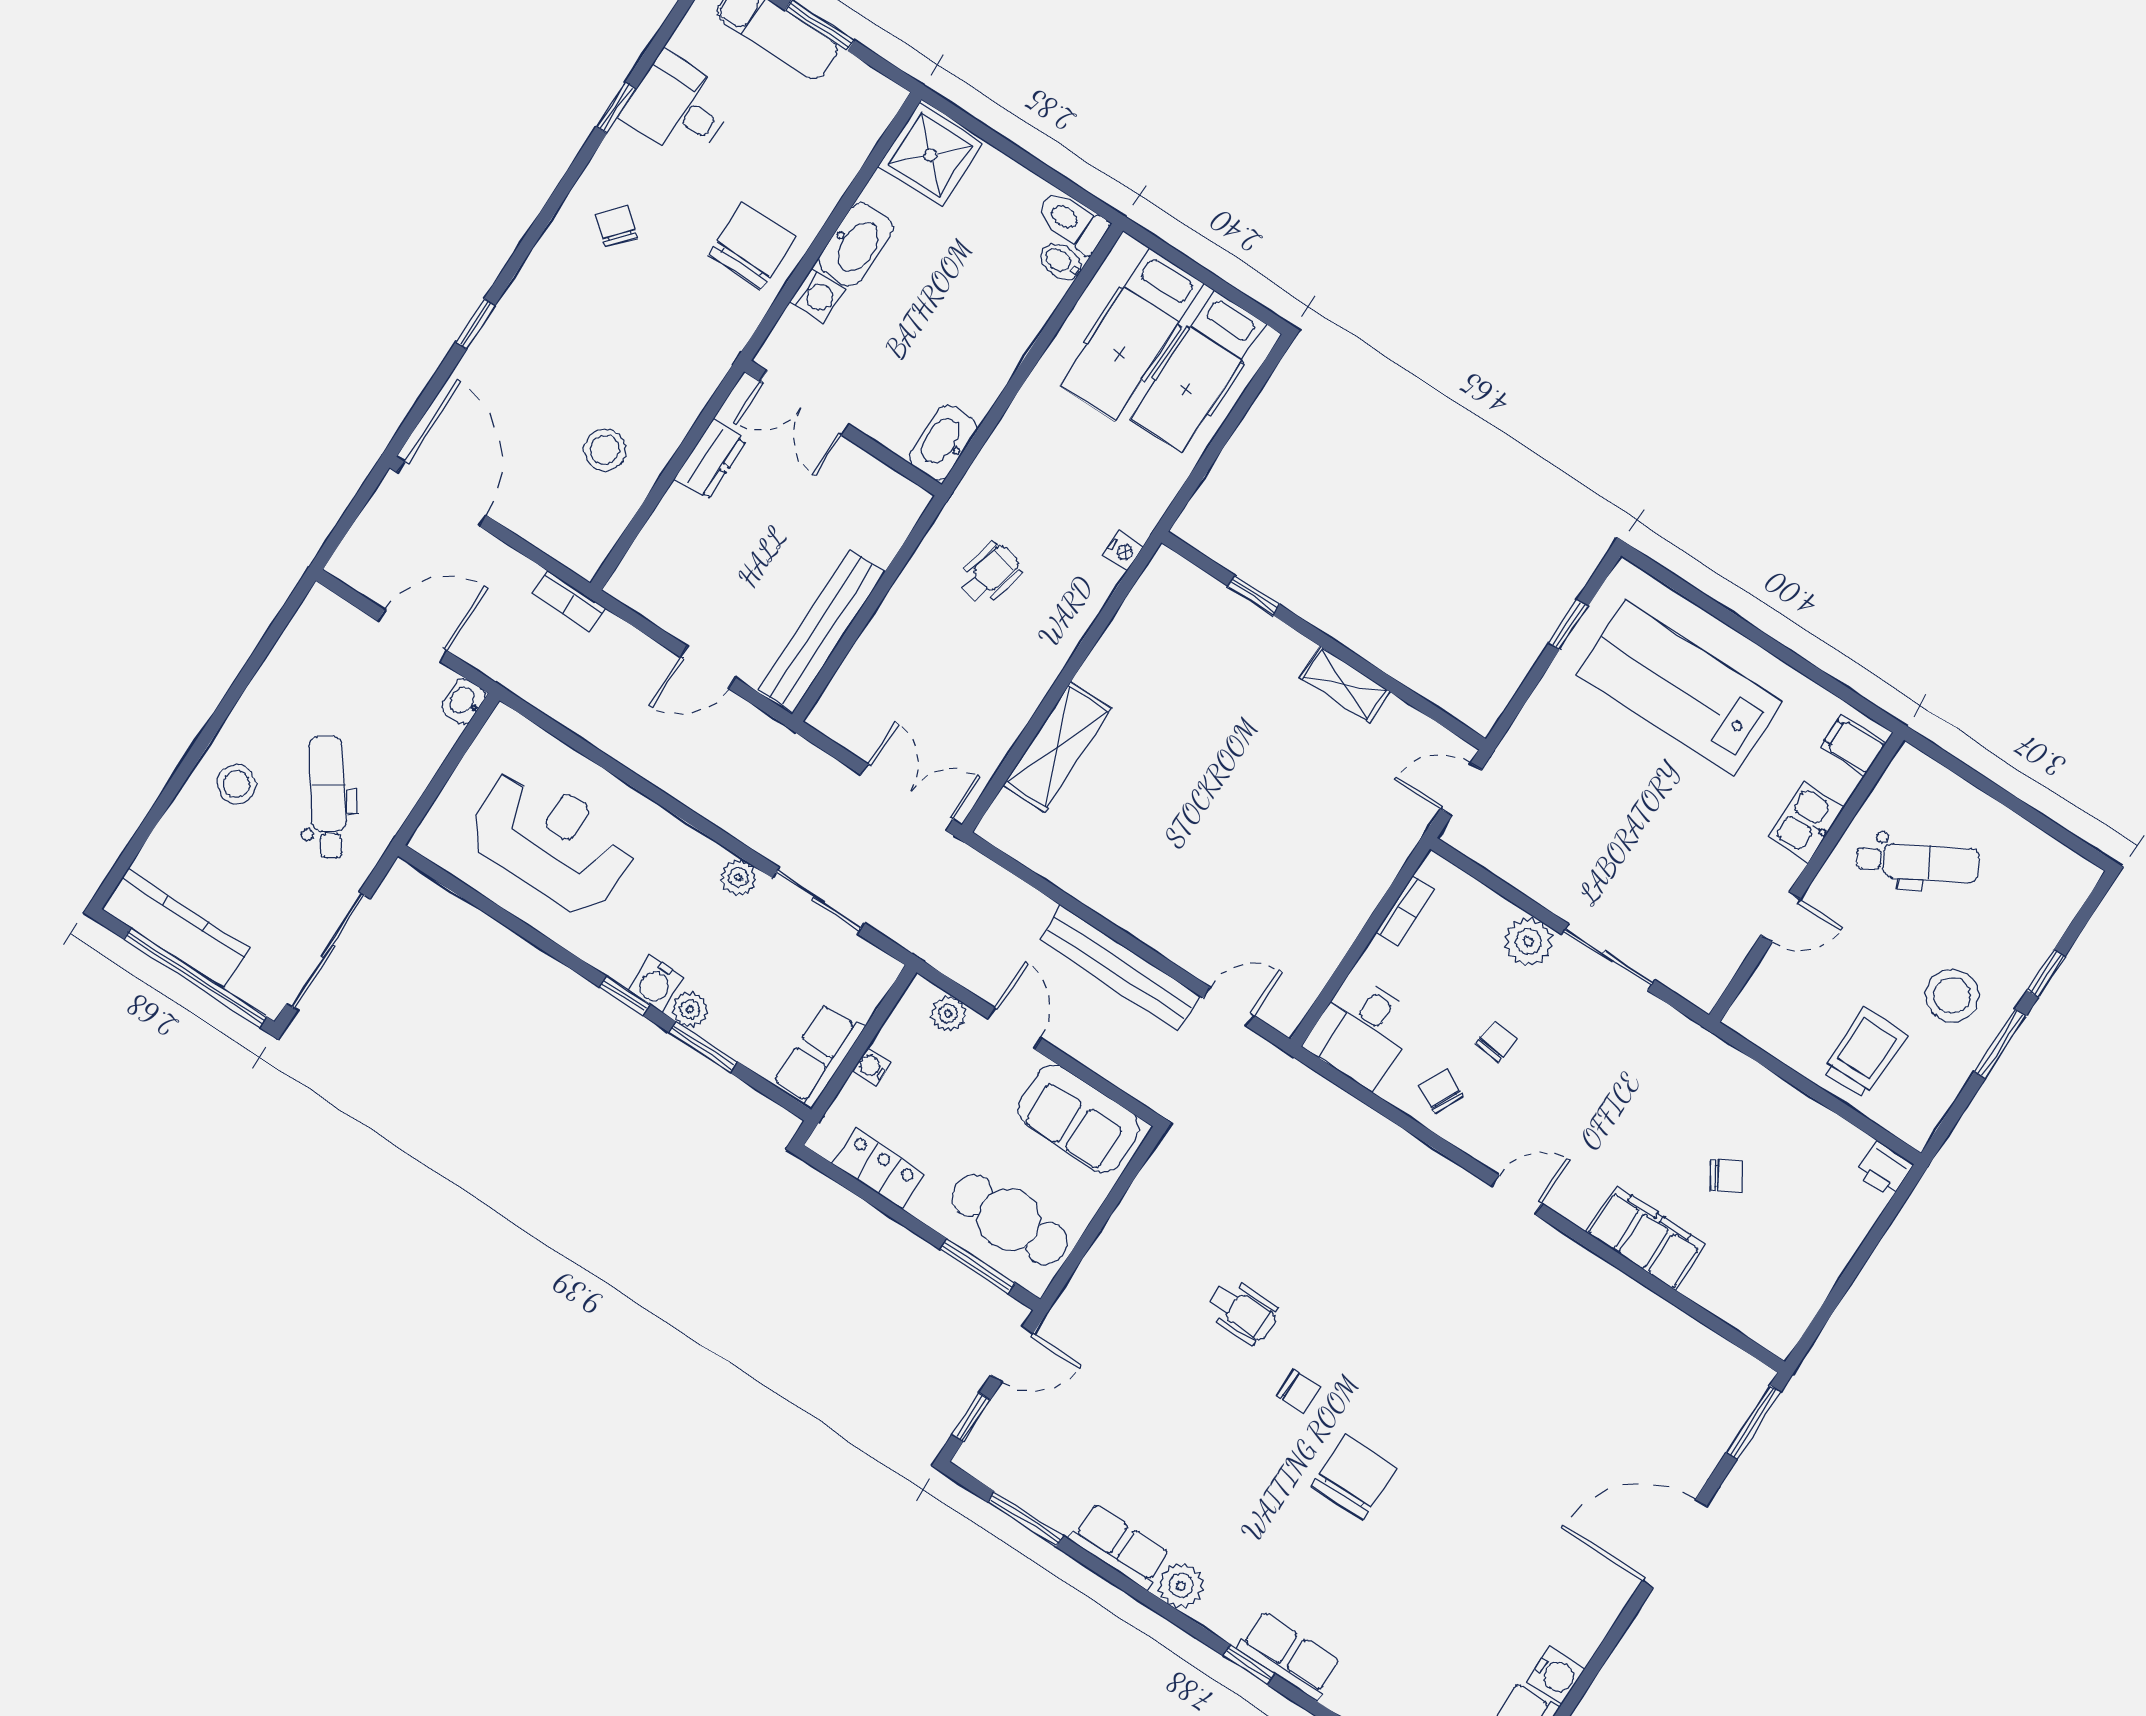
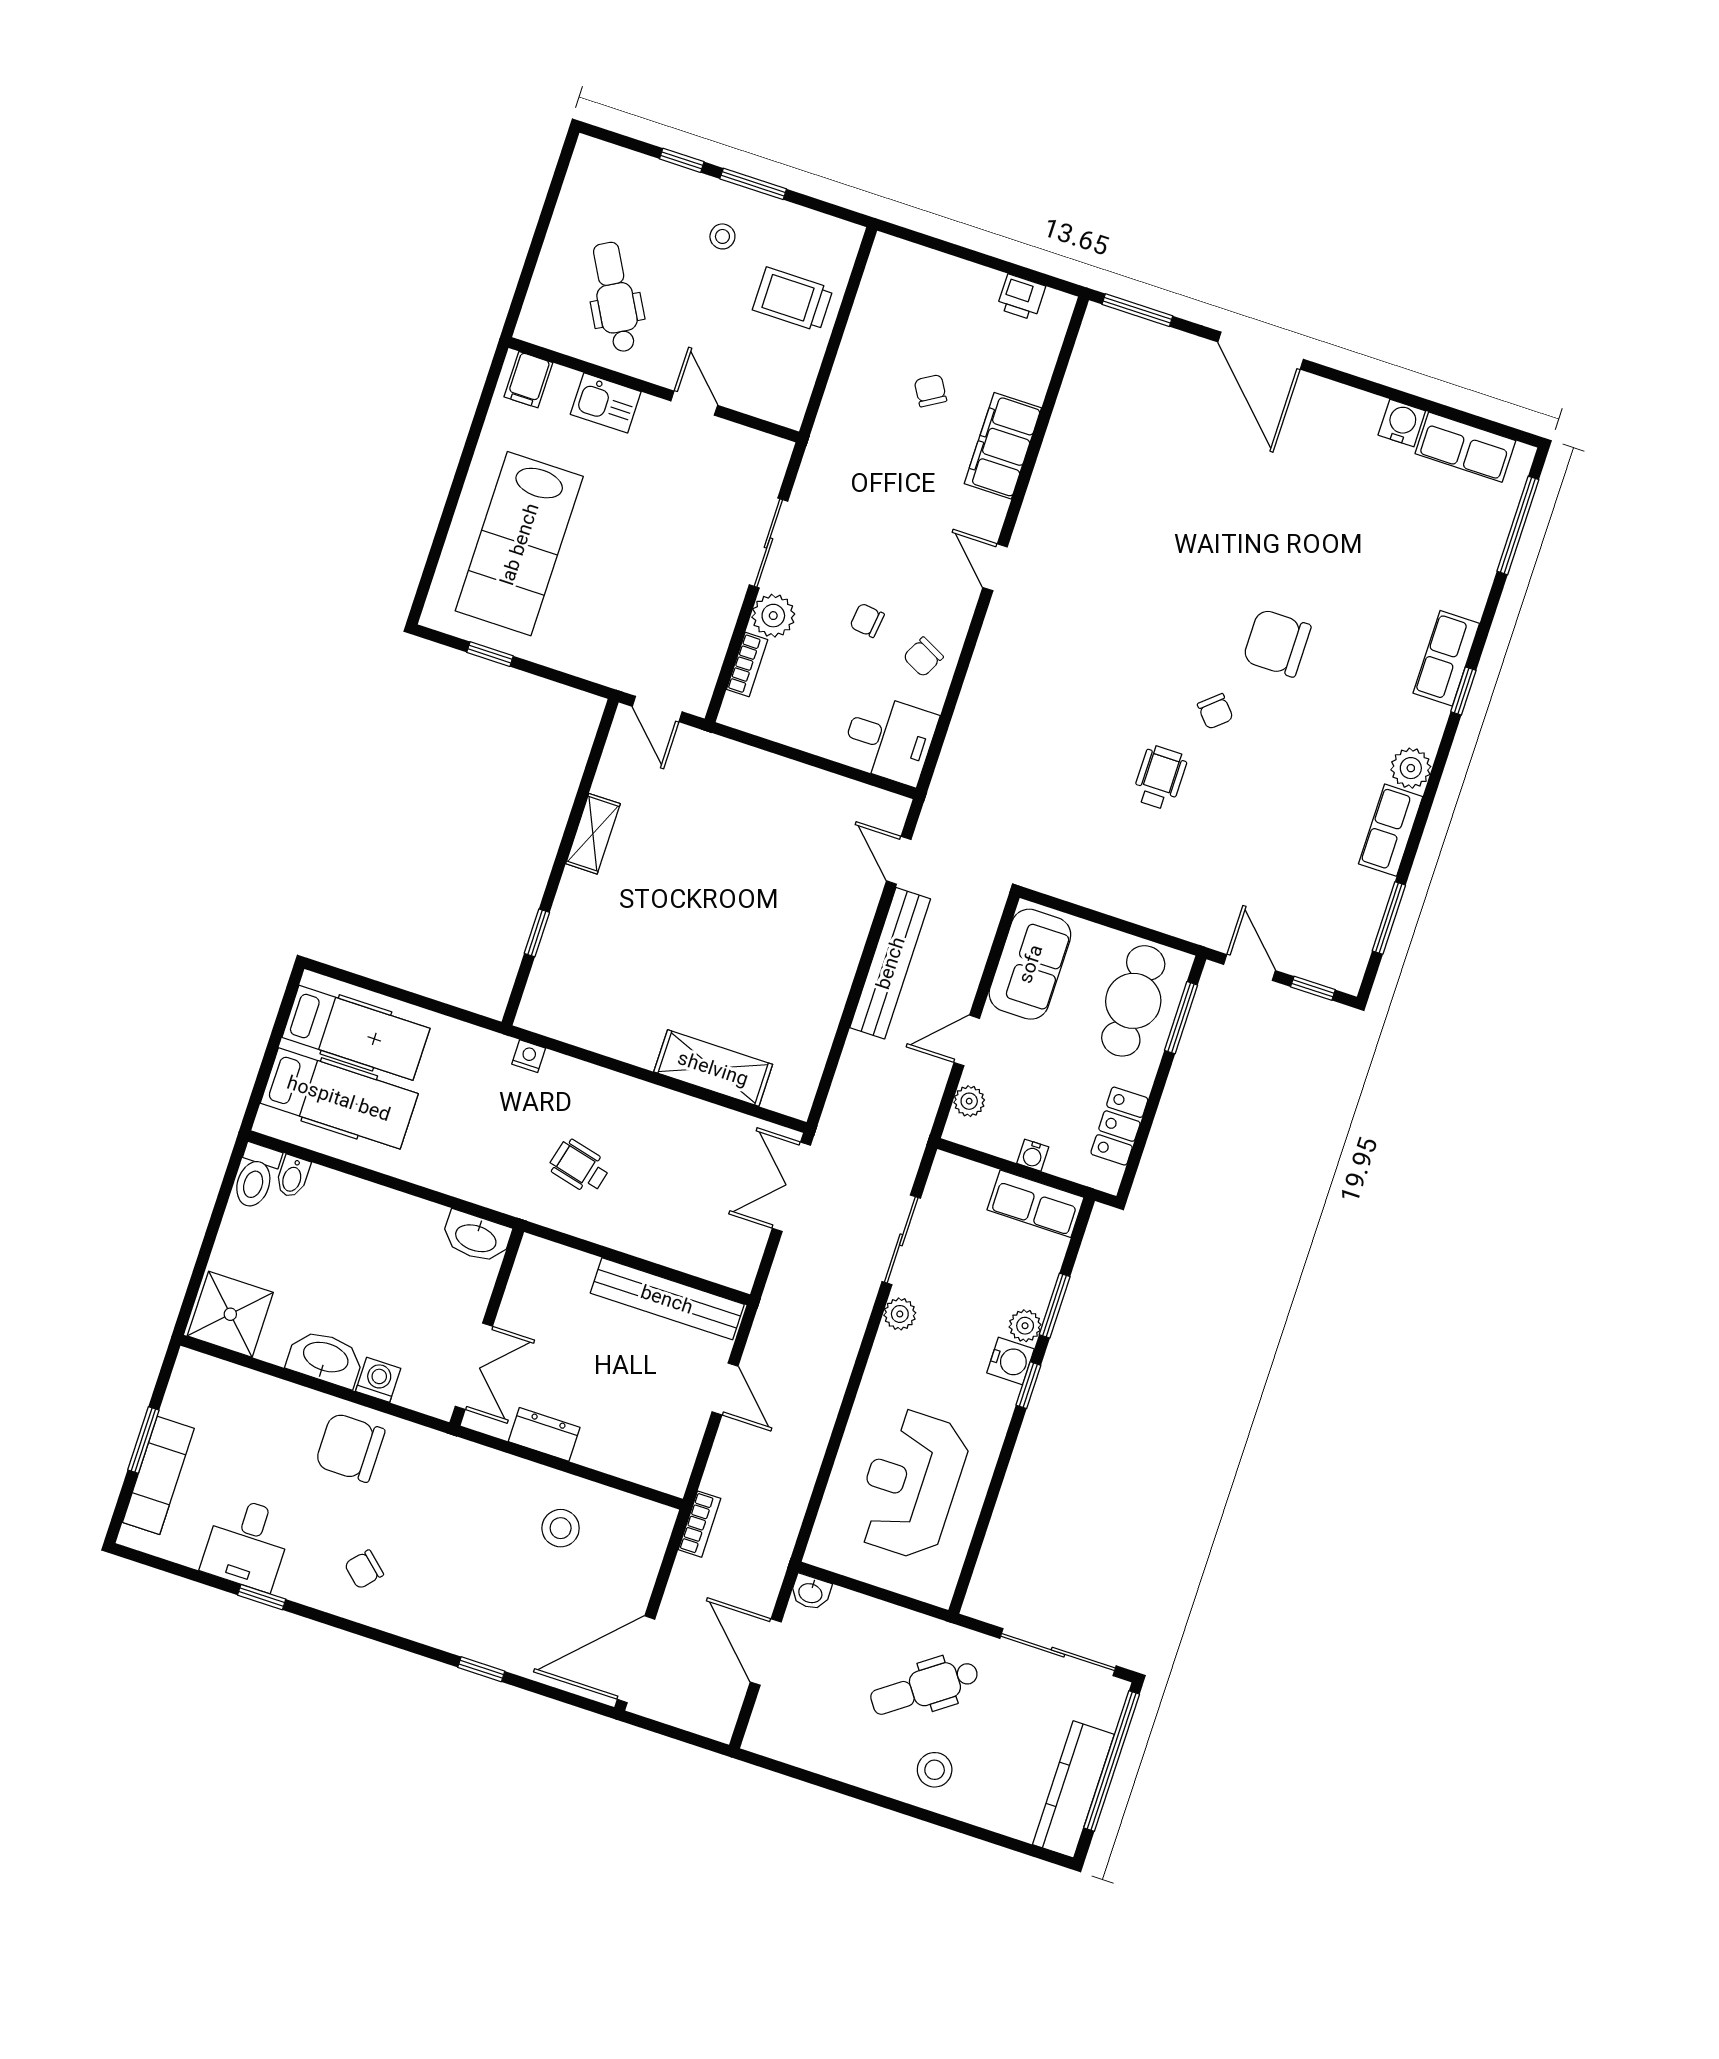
bookcase: (1405, 911) -> (747, 664), moved, turned 90
stool: (1952, 996) -> (722, 236), width x0.53, depth x0.53
printer: (1884, 1169) -> (1021, 297), moved, turned 90
chair: (1298, 1391) -> (1215, 711), turned 139

